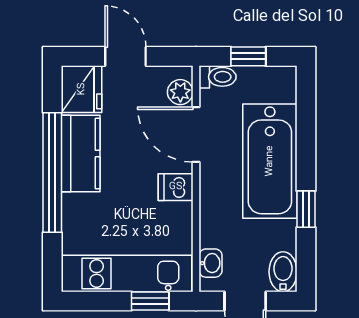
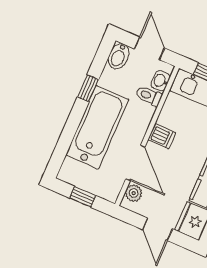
toilet: (217, 77) -> (149, 96), moved

